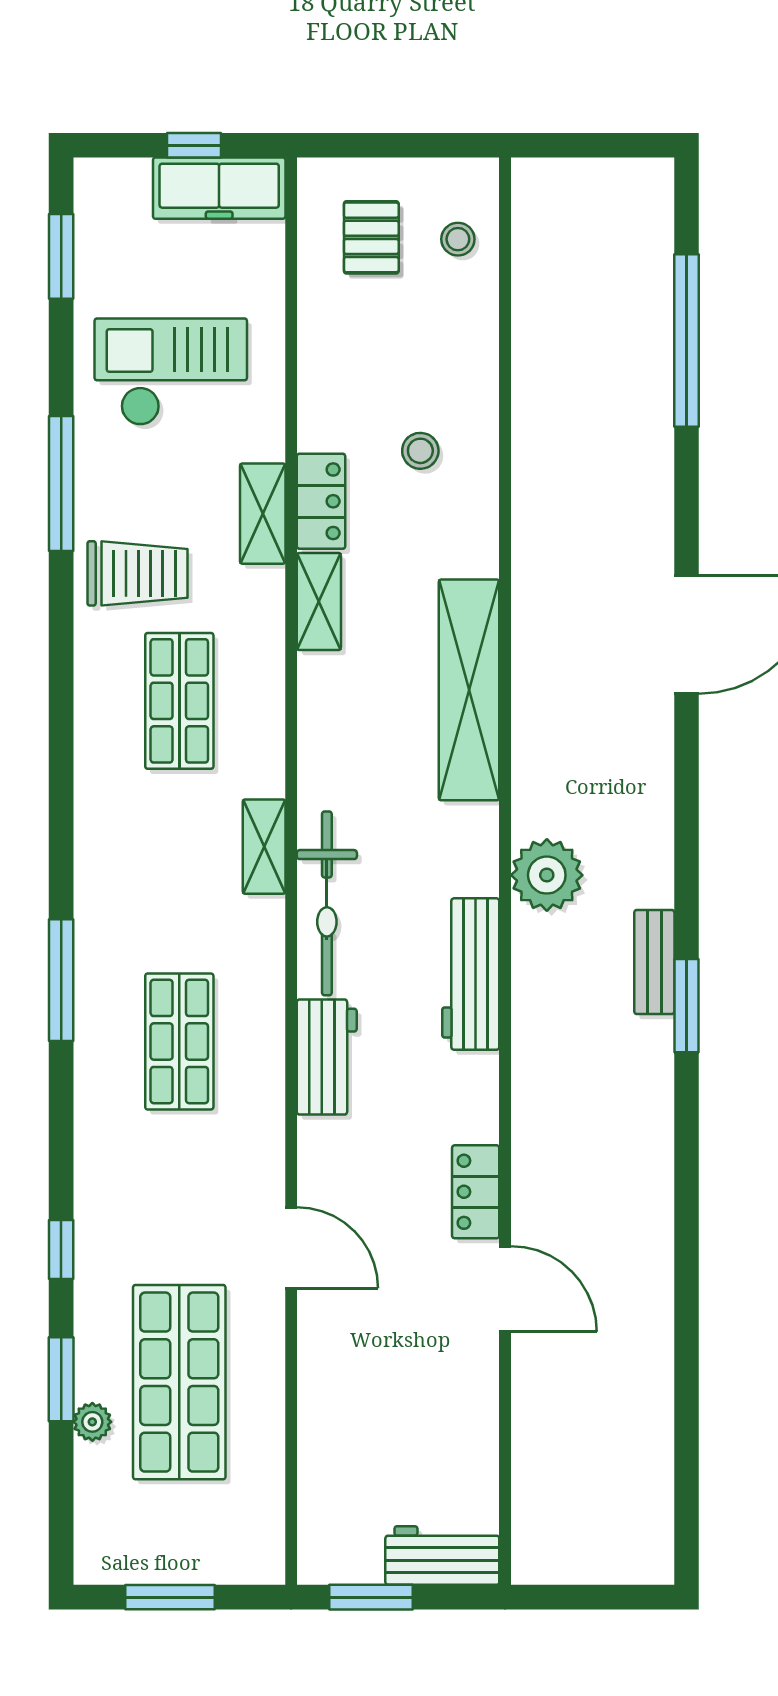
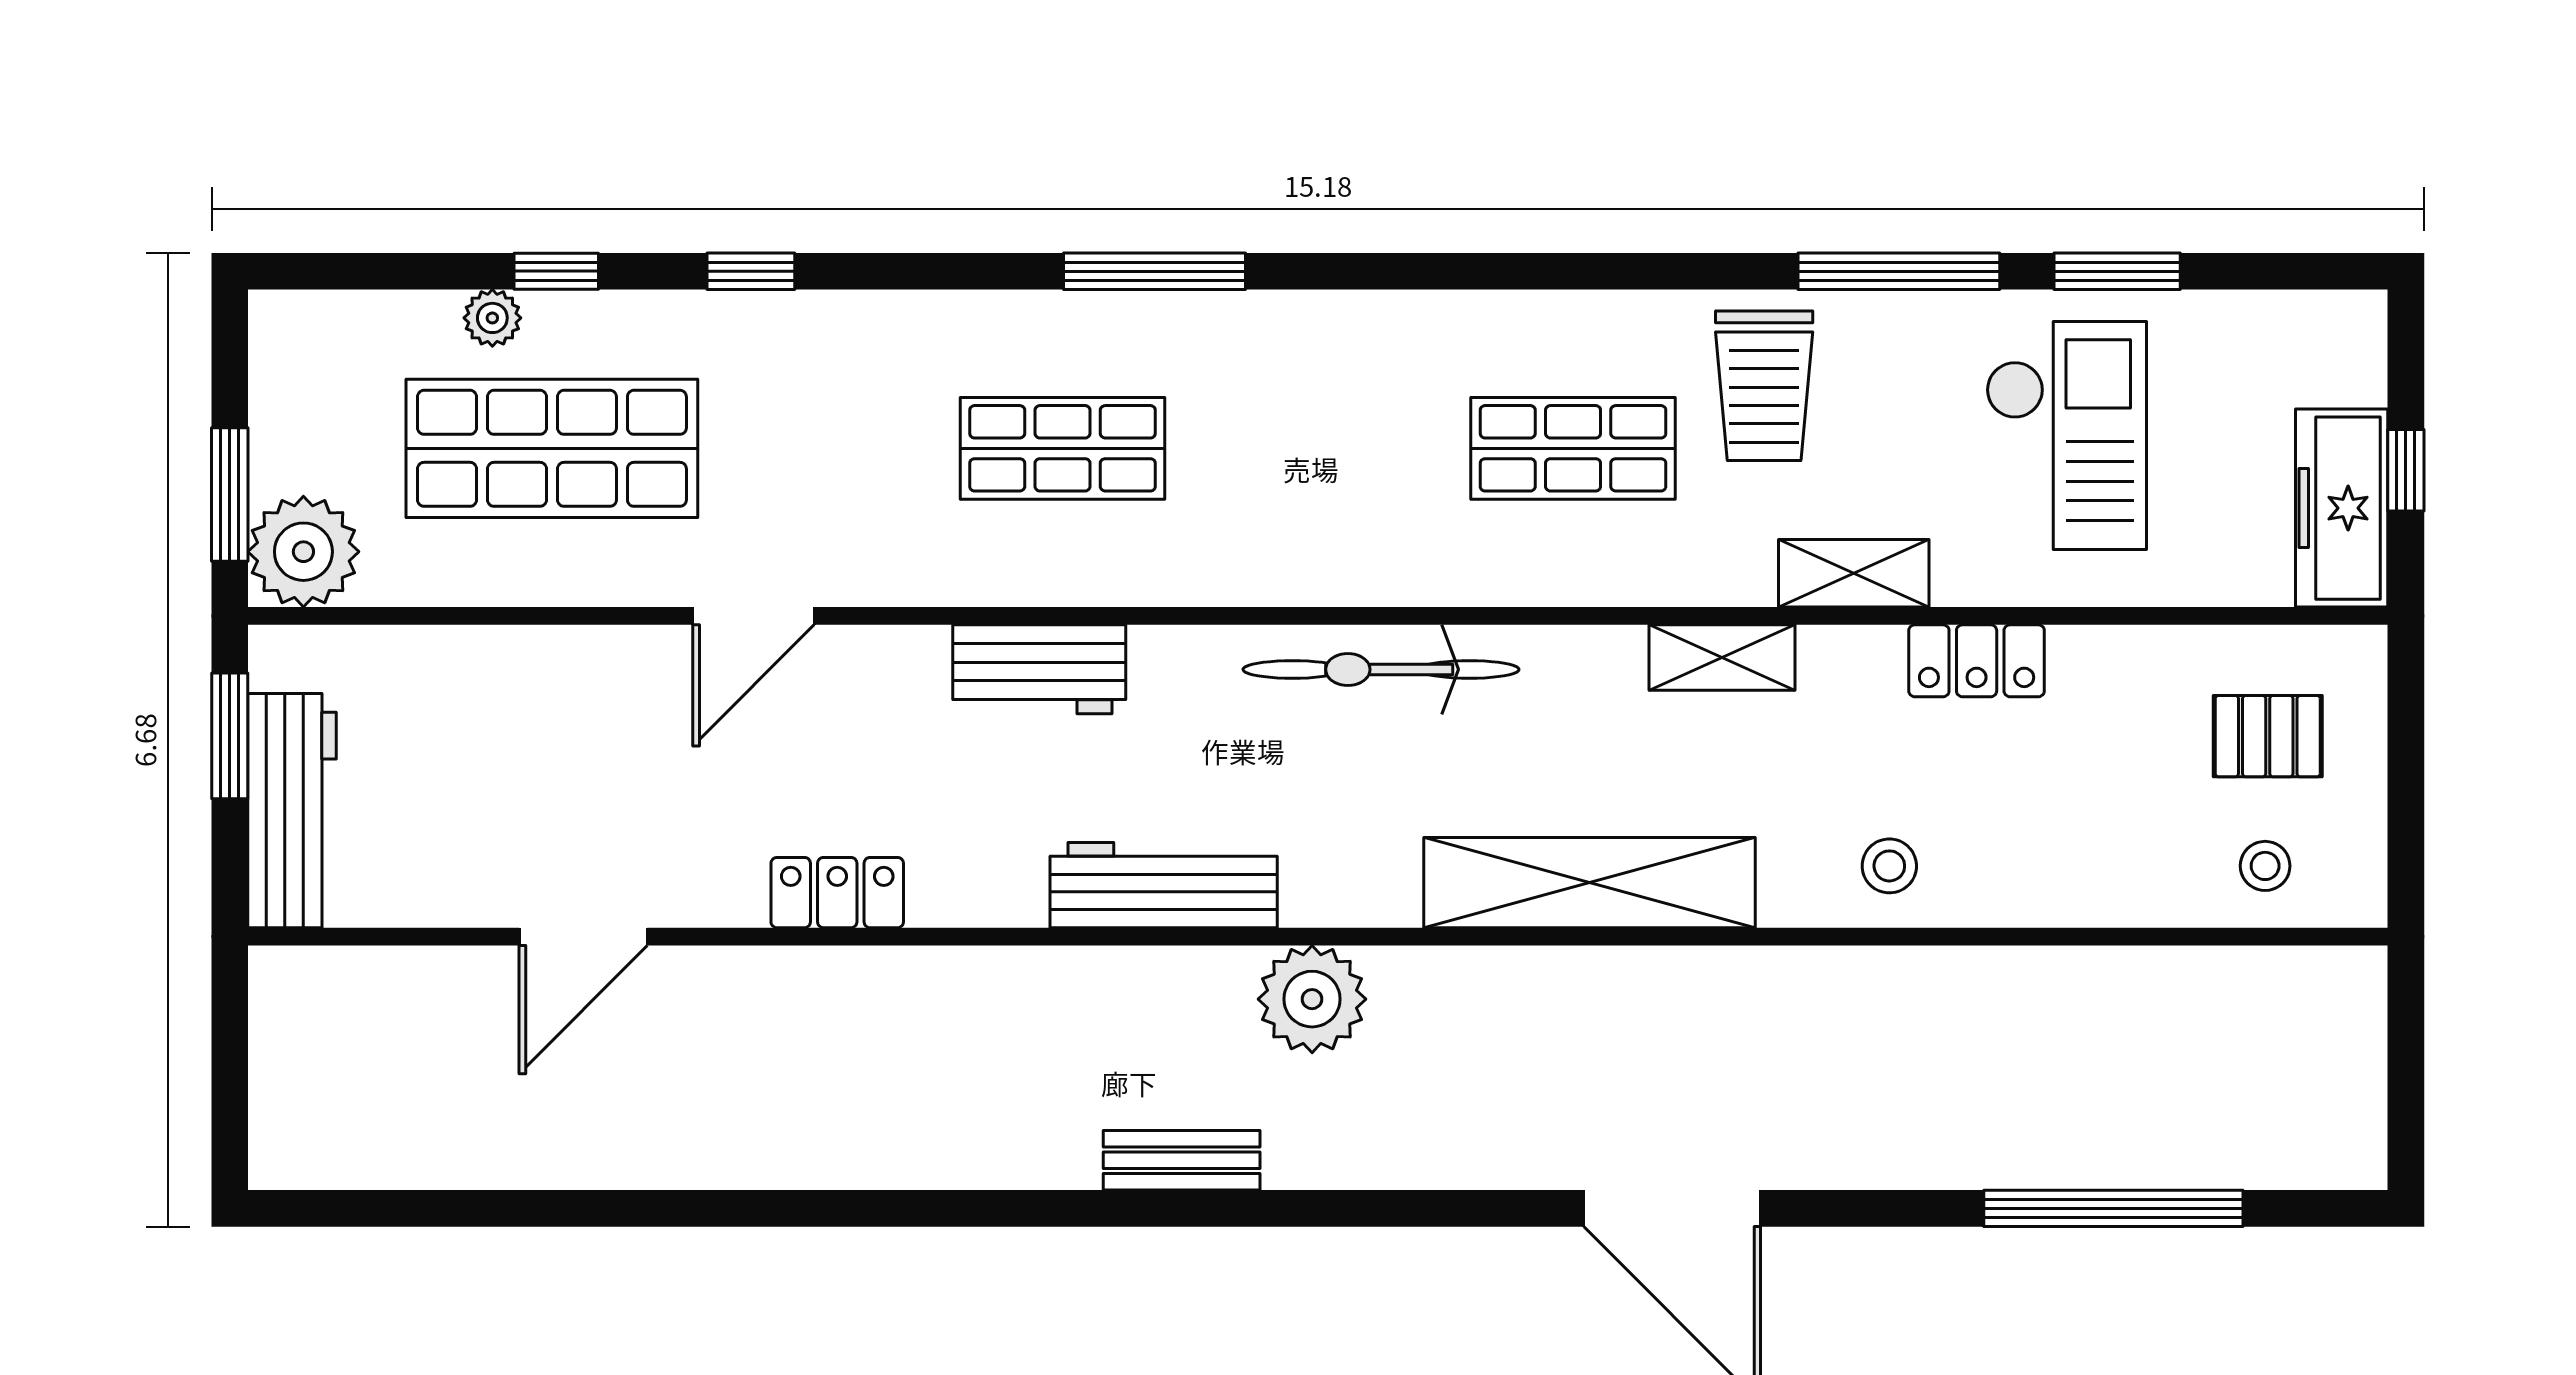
window: (61, 256) -> (2117, 271), moved
stool: (420, 451) -> (1889, 866), moved
locker: (321, 501) -> (1977, 661), moved
shelving: (264, 847) -> (1355, 575), removed
bicycle: (327, 903) -> (1381, 669), moved
window: (686, 1006) -> (1116, 1208), removed
door: (505, 1289) -> (583, 937), moved
window: (61, 1379) -> (556, 271), width x0.67
plant: (248, 1548) -> (303, 552), added
workbench: (442, 1556) -> (292, 811), width x1.38
window: (170, 1597) -> (230, 495), moved

